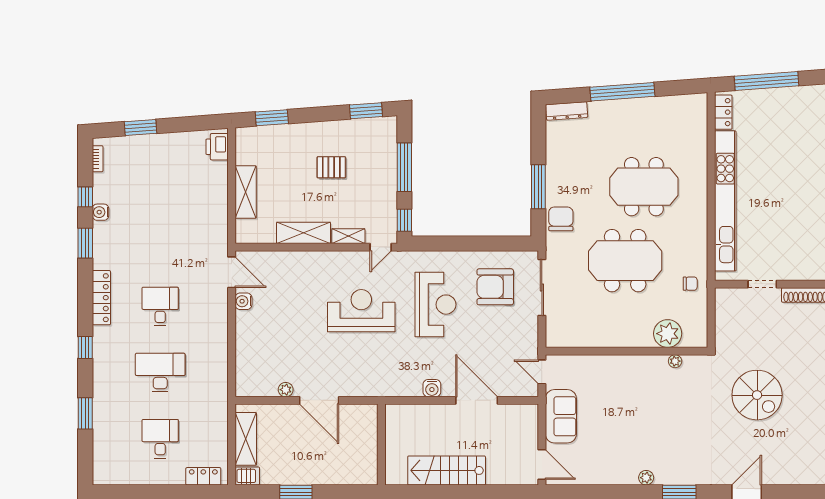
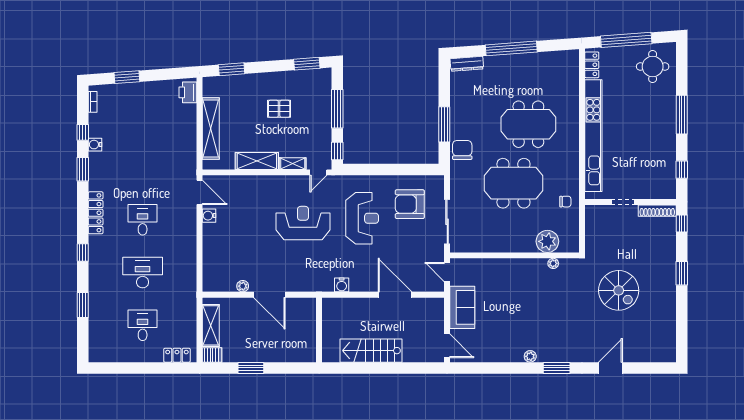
round table: (800, 114) -> (653, 67), added
shelving: (246, 192) -> (211, 129), width x1.47
sliding door: (542, 288) -> (447, 222), moved
water cooler: (432, 388) -> (342, 285), moved

